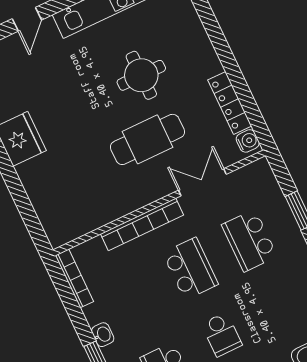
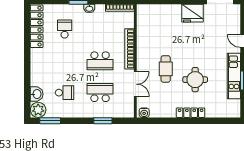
locker: (230, 103) -> (191, 113), moved
cafe table: (148, 139) -> (166, 69), width x0.73, depth x0.74
school desk: (222, 334) -> (65, 93), moved, turned 180

